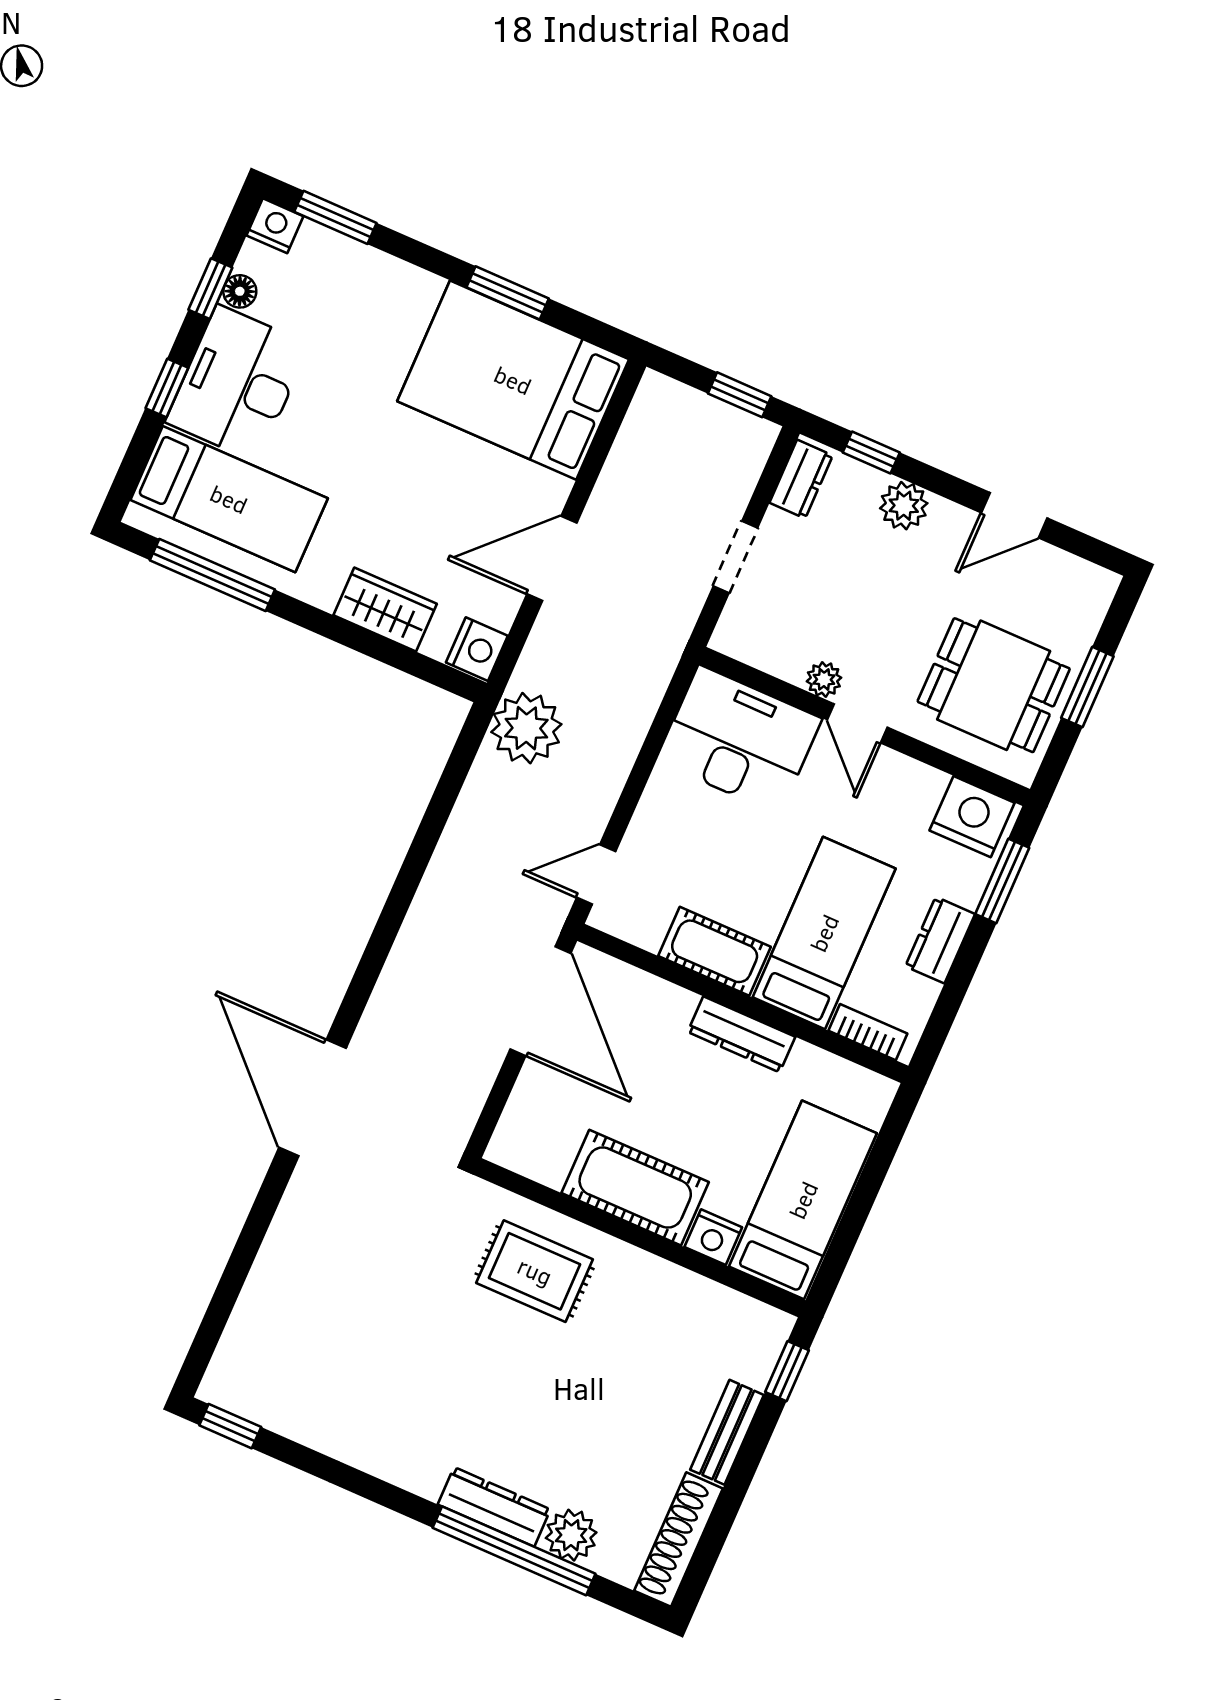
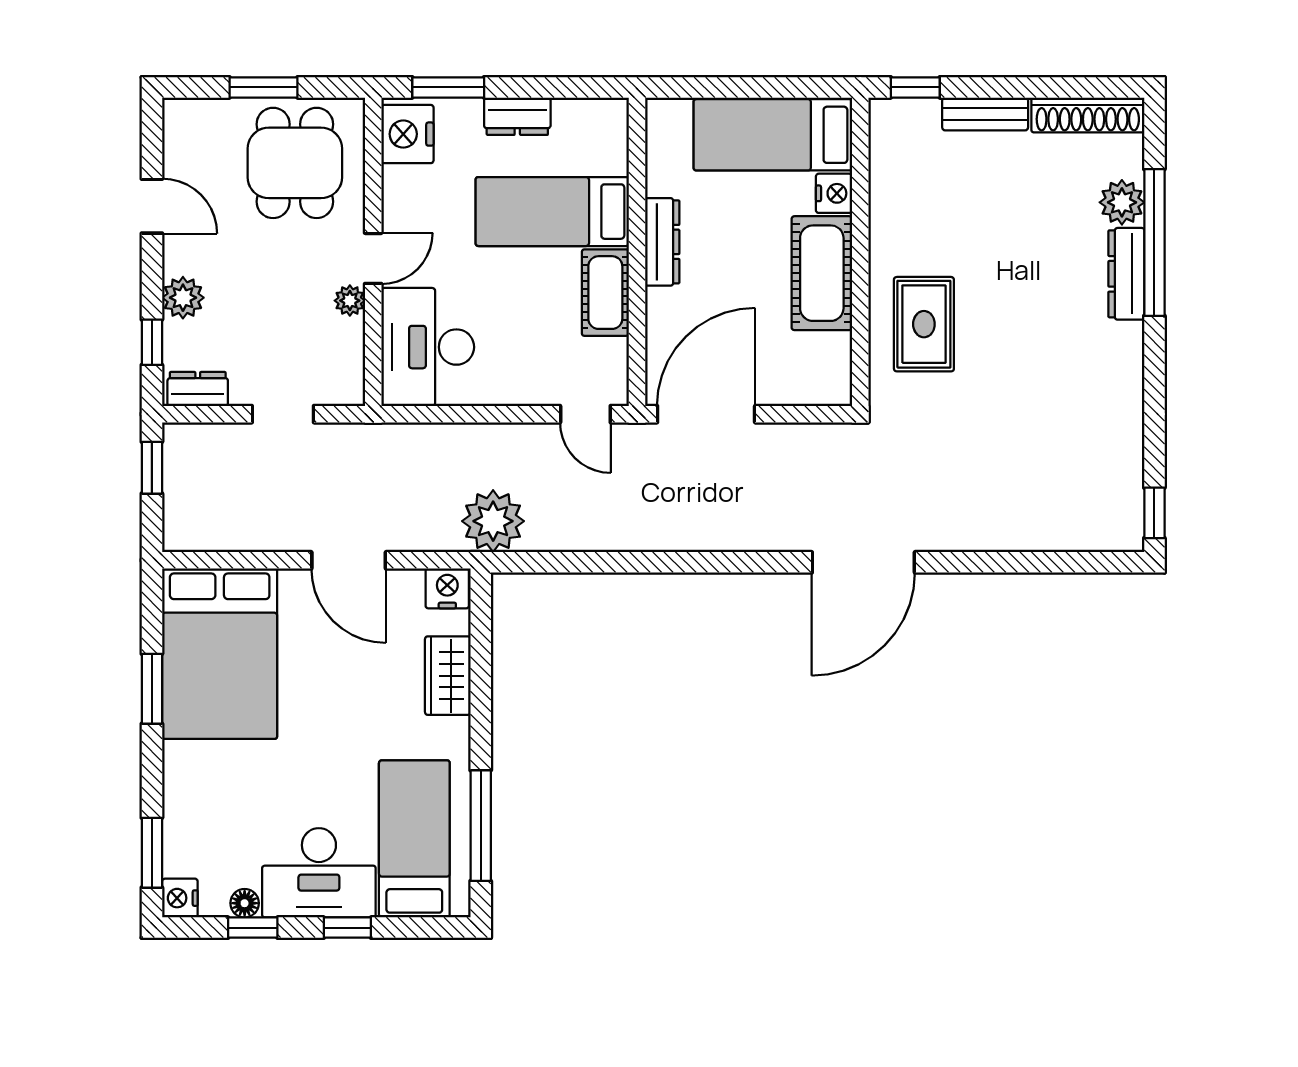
bookcase: (868, 1032) -> (616, 142), removed

